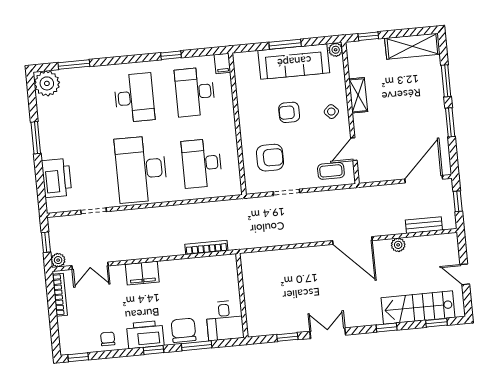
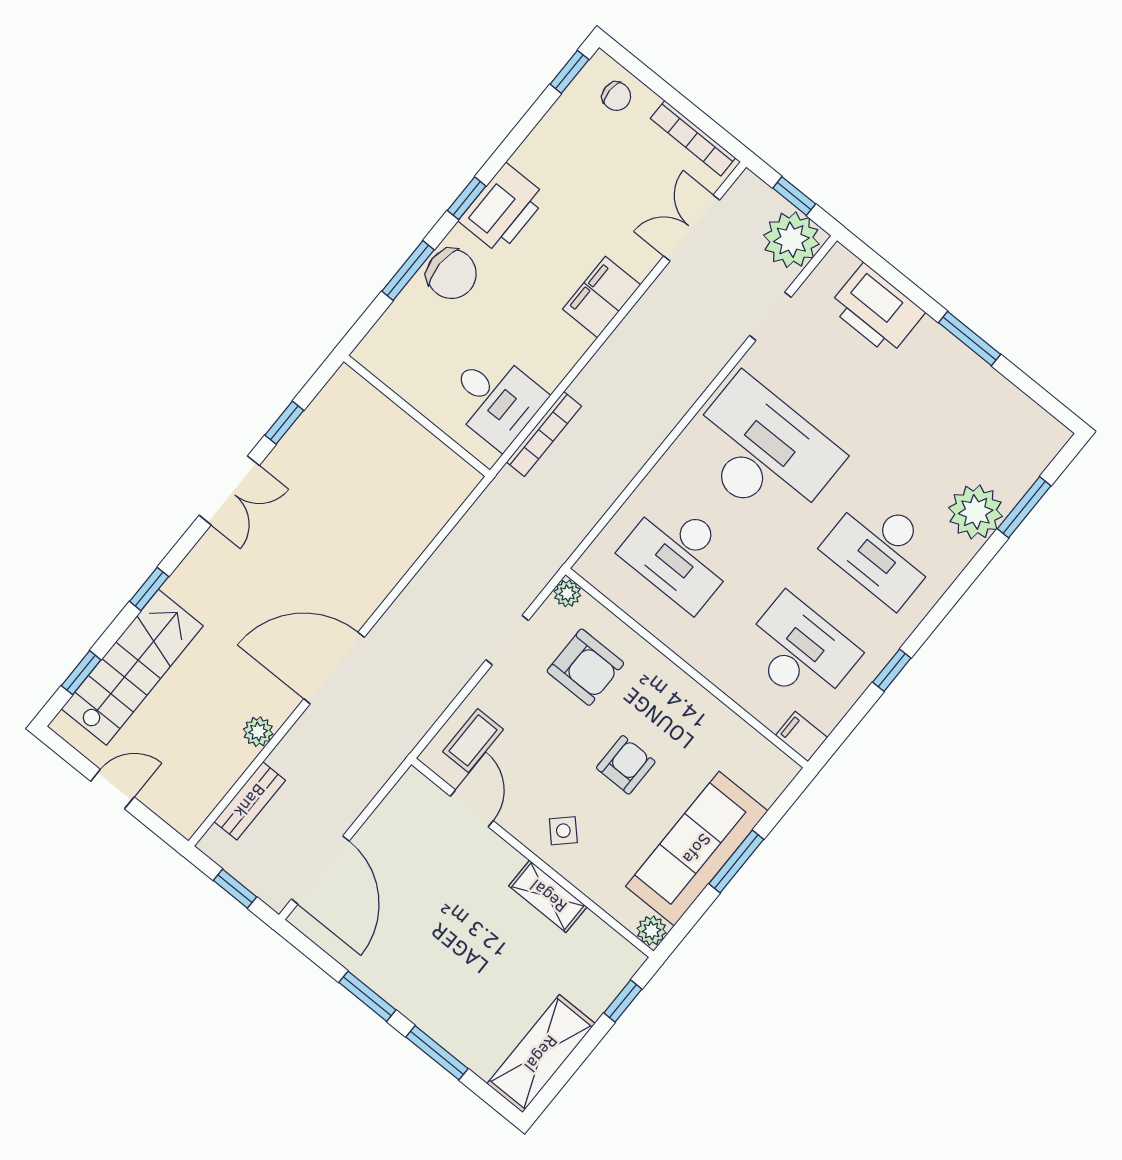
plant: (47, 83) -> (976, 512), moved
armchair: (270, 158) -> (585, 667), turned -90
desk: (202, 163) -> (680, 554), turned 180
plant: (251, 188) -> (567, 593), added
plant: (58, 260) -> (791, 240), moved, width x1.88, depth x1.88
desk: (225, 321) -> (495, 399), moved, turned 180
chair: (108, 339) -> (616, 96), moved

